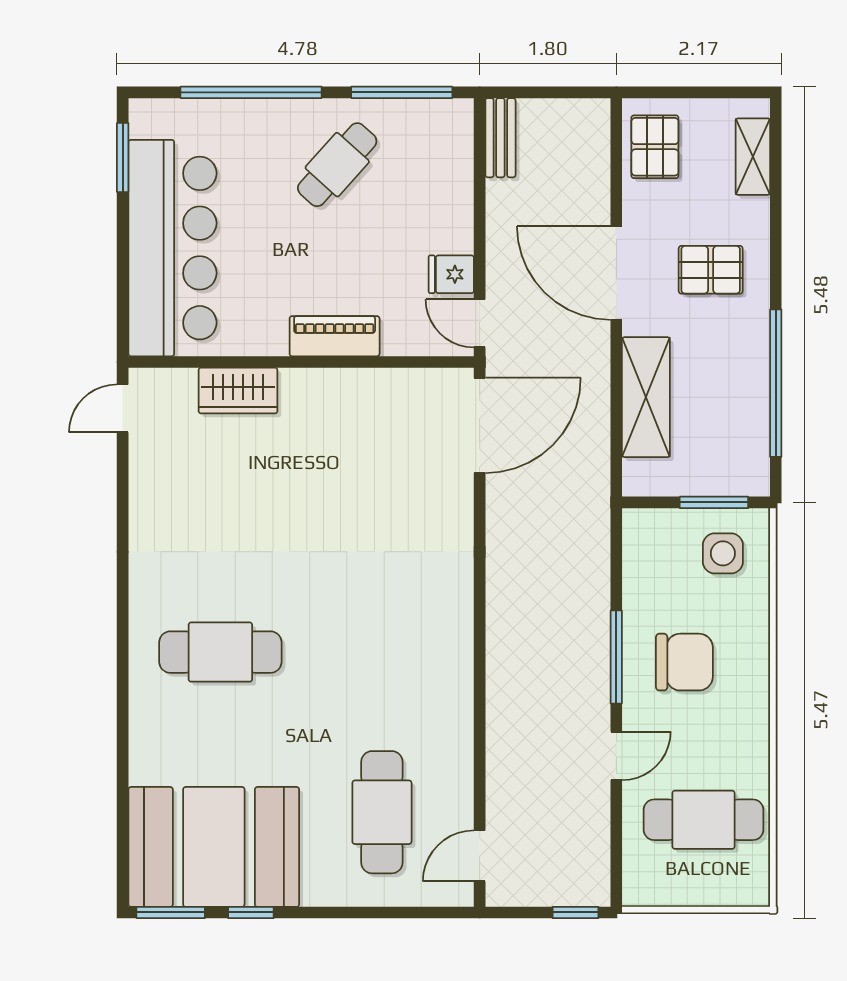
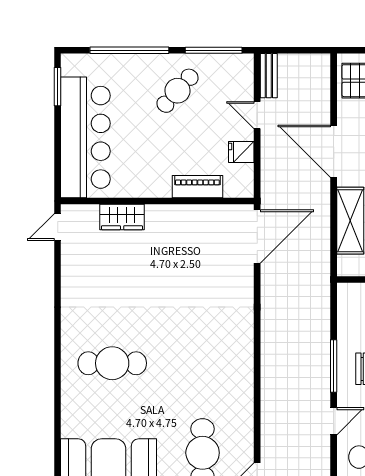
door: (480, 323) -> (257, 115), moved
piano: (335, 336) -> (197, 187), moved

